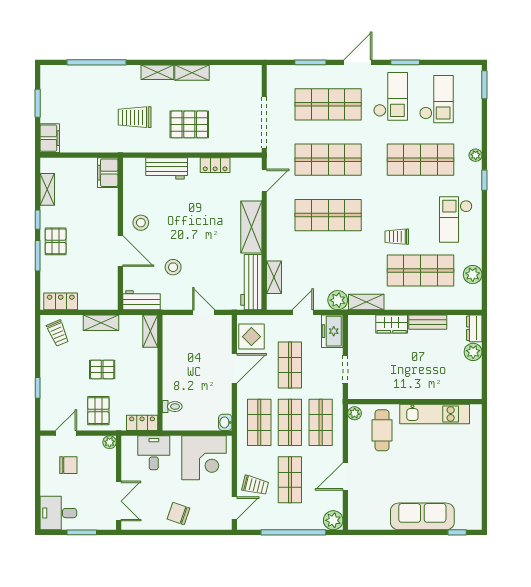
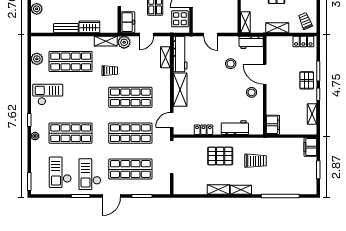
checkout: (456, 219) -> (48, 95), turned -90
trolley: (397, 237) -> (110, 71), moved
dresser: (474, 328) -> (36, 24), removed

